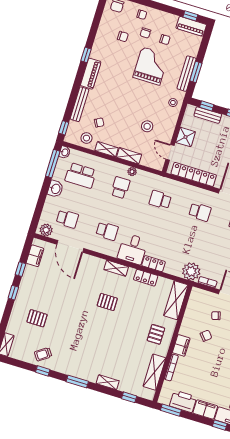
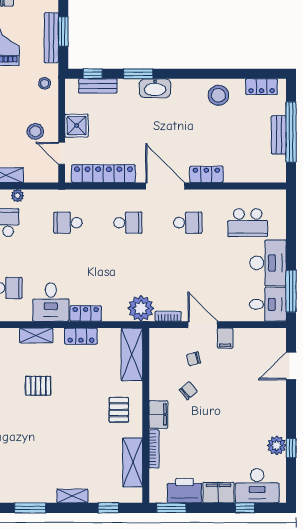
stool: (147, 126) -> (35, 131), moved

